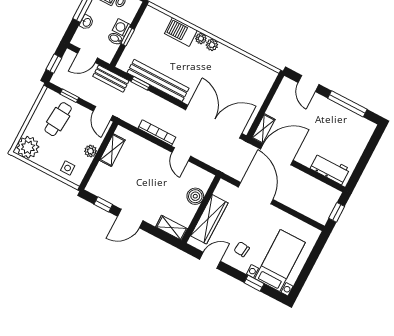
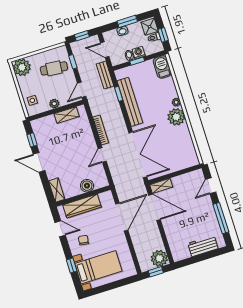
barbecue: (181, 32) -> (162, 67), moved
plant: (212, 45) -> (176, 117), width x1.87, depth x1.87
workbench: (330, 169) -> (203, 246), moved, turned -90
plant: (328, 197) -> (159, 258), added

